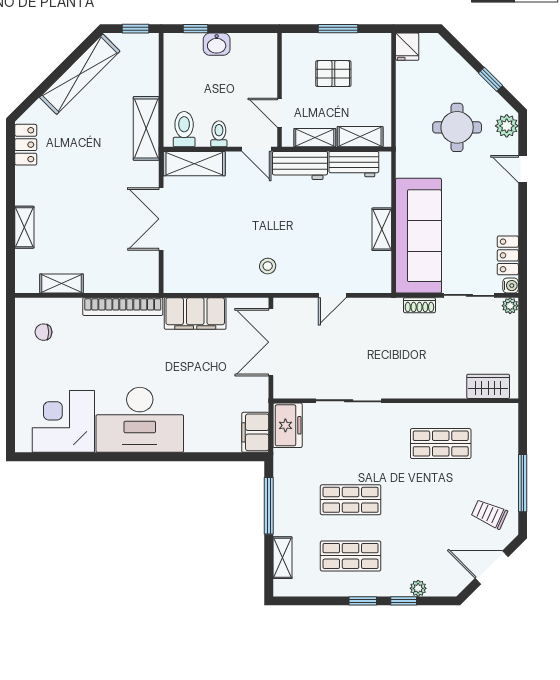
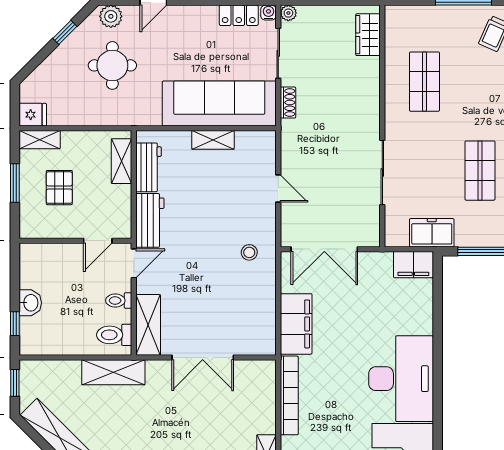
shelving: (315, 138) -> (40, 140), moved, turned 90
freezer: (288, 425) -> (432, 233), moved

